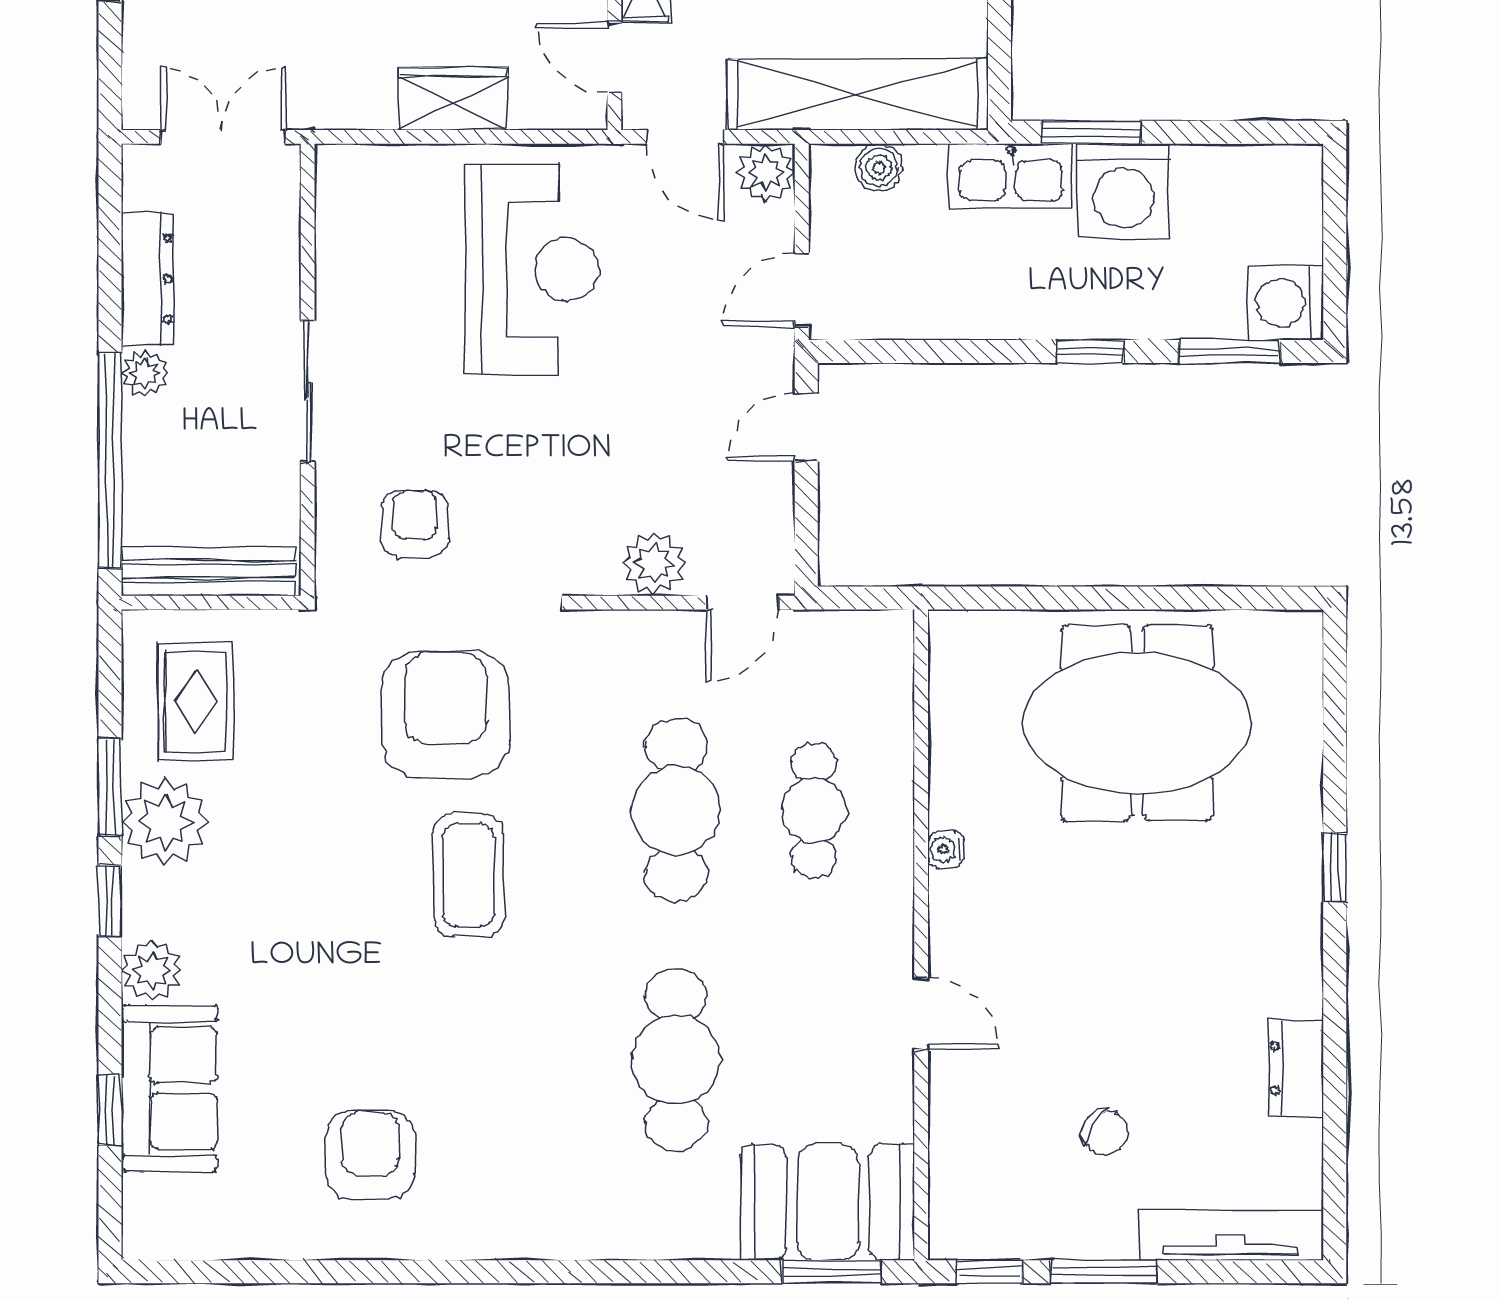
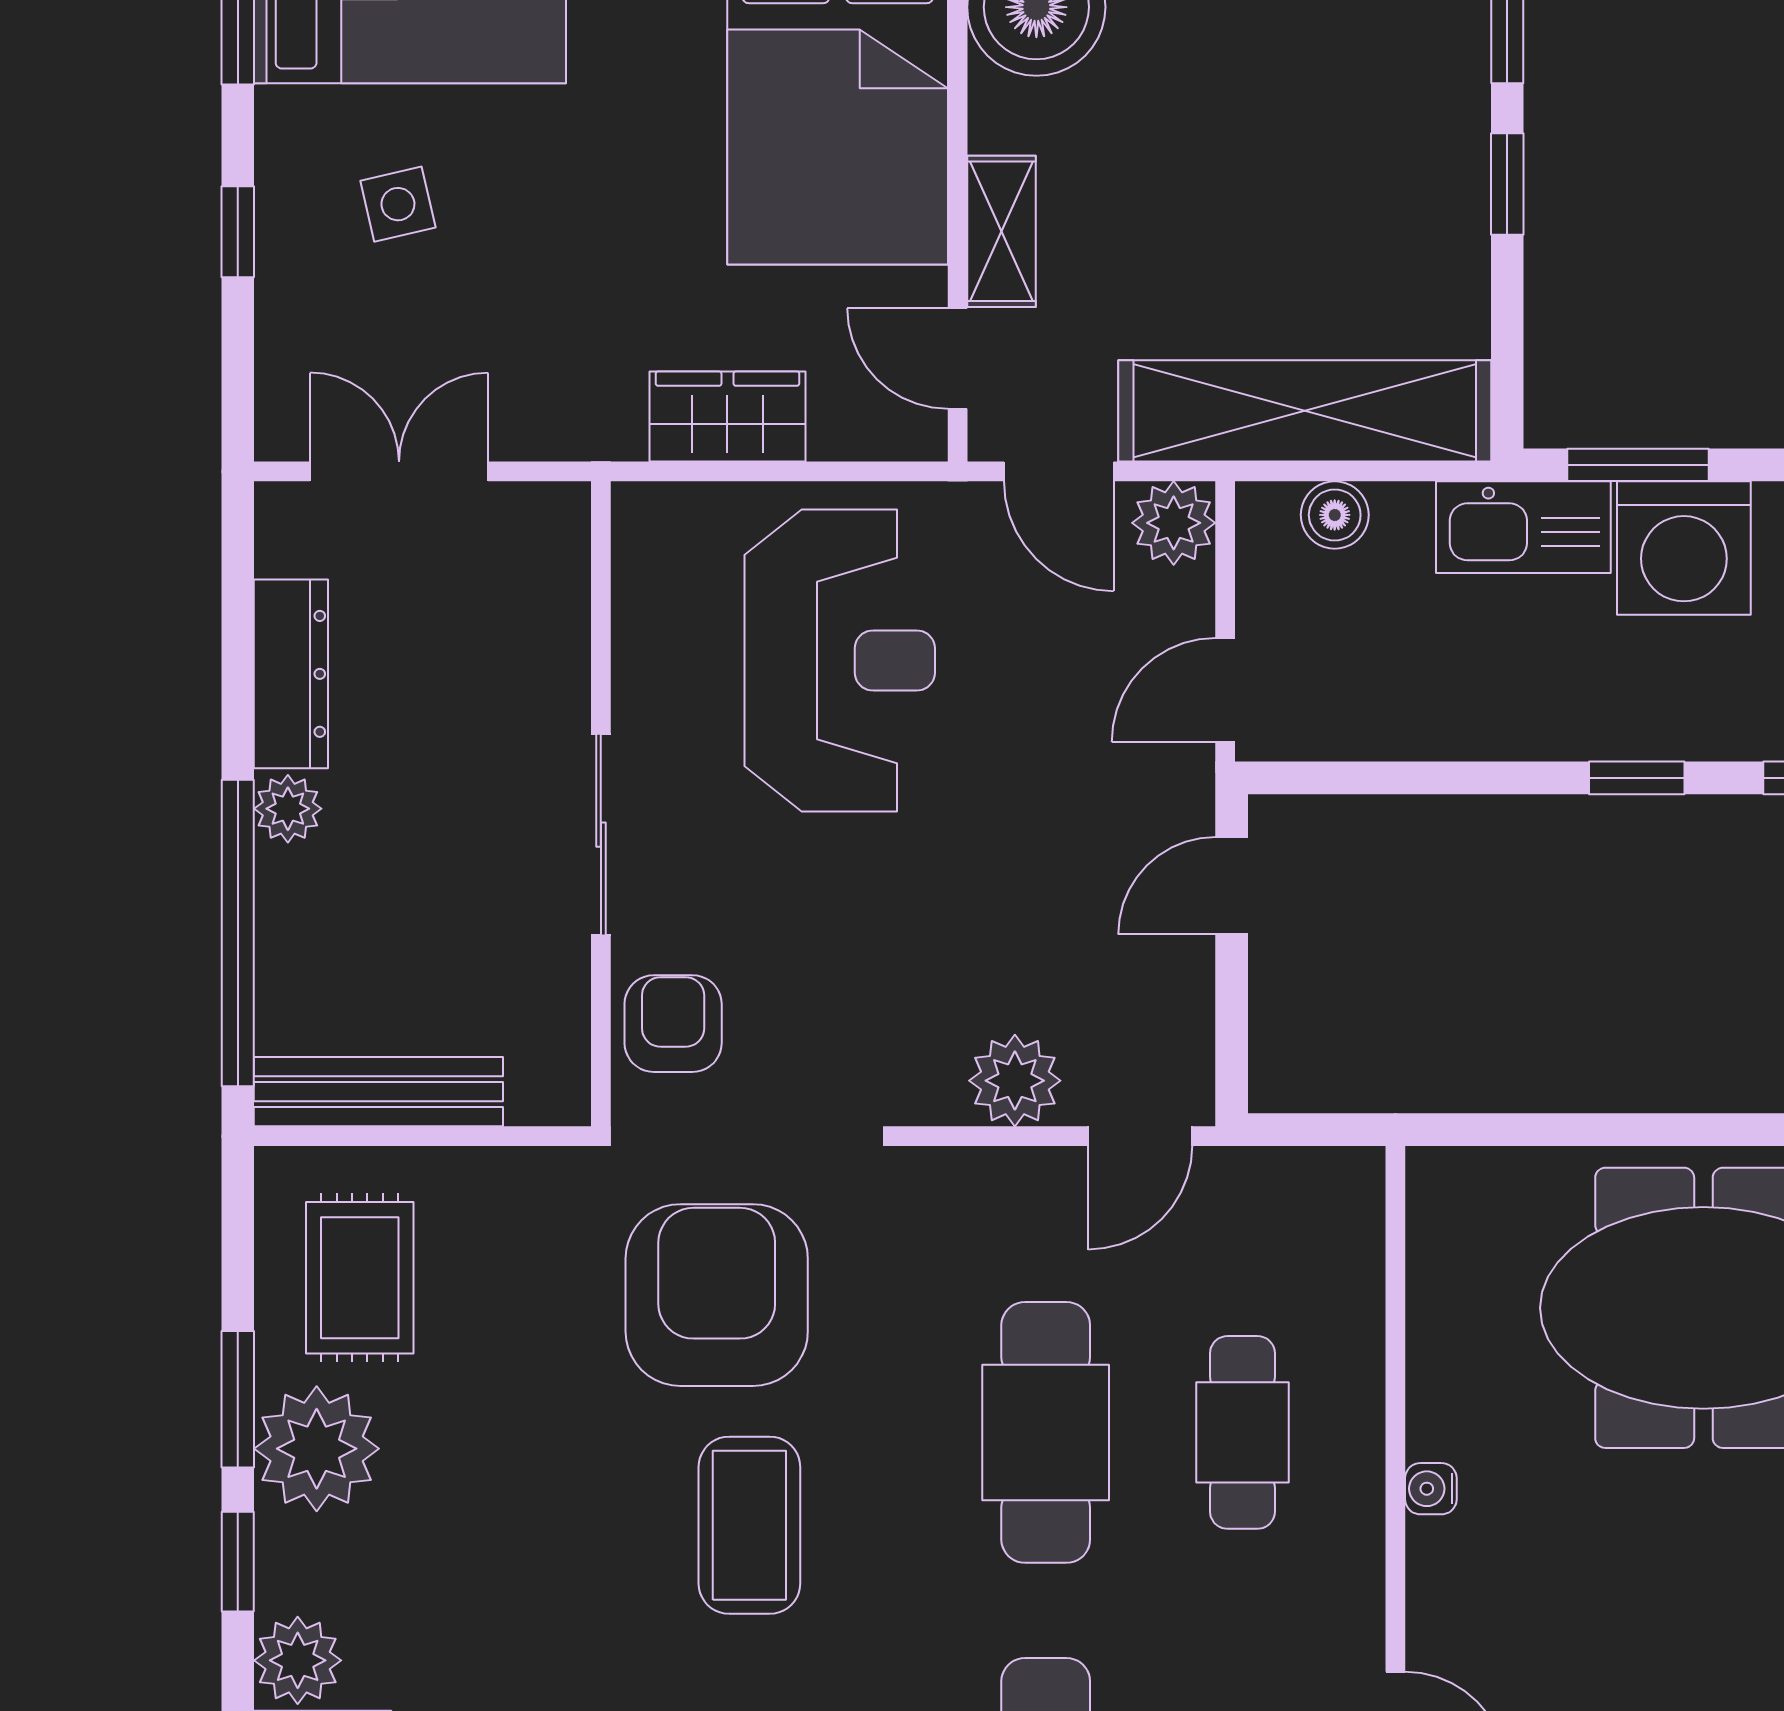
wall: (308, 370) -> (601, 804), moved
sliding door: (308, 391) -> (601, 835), moved

